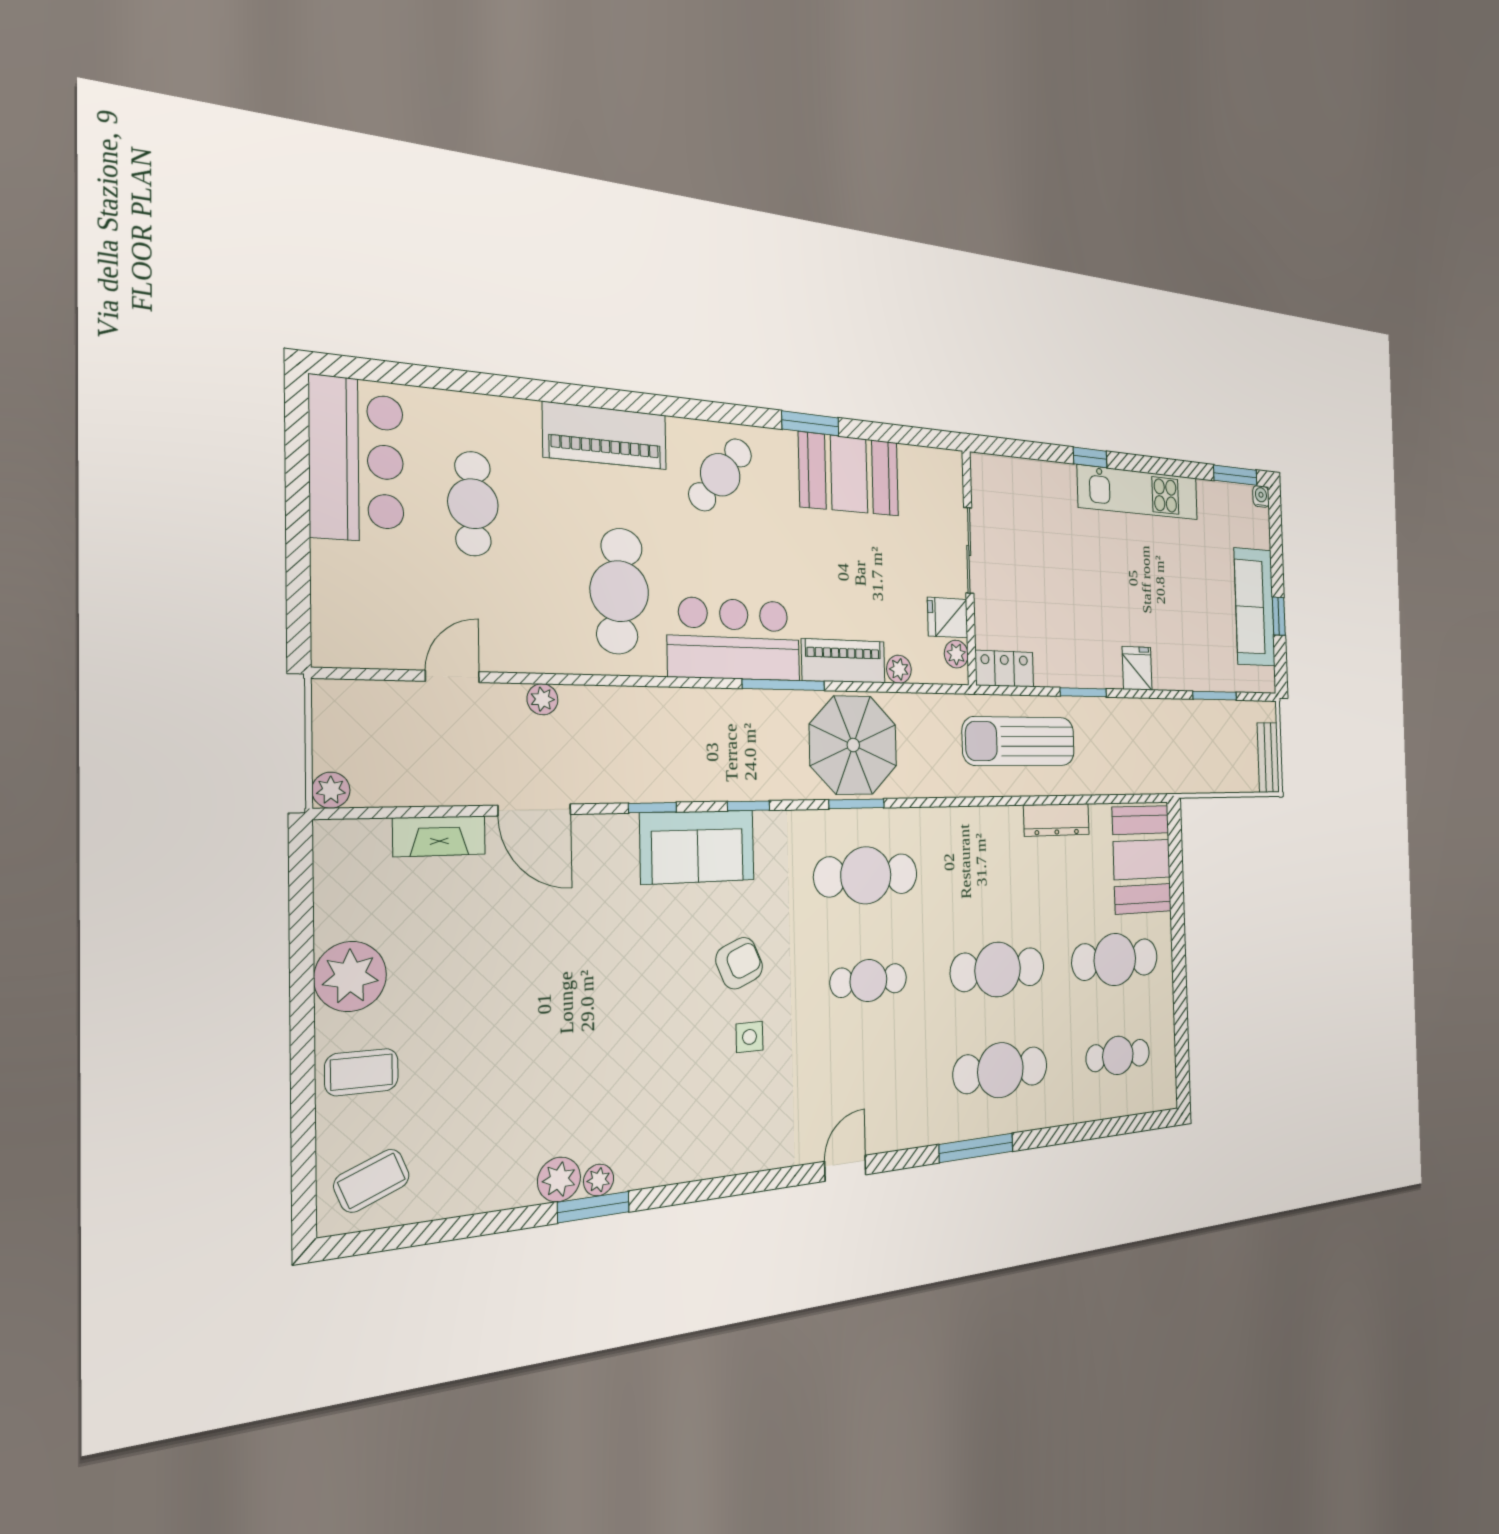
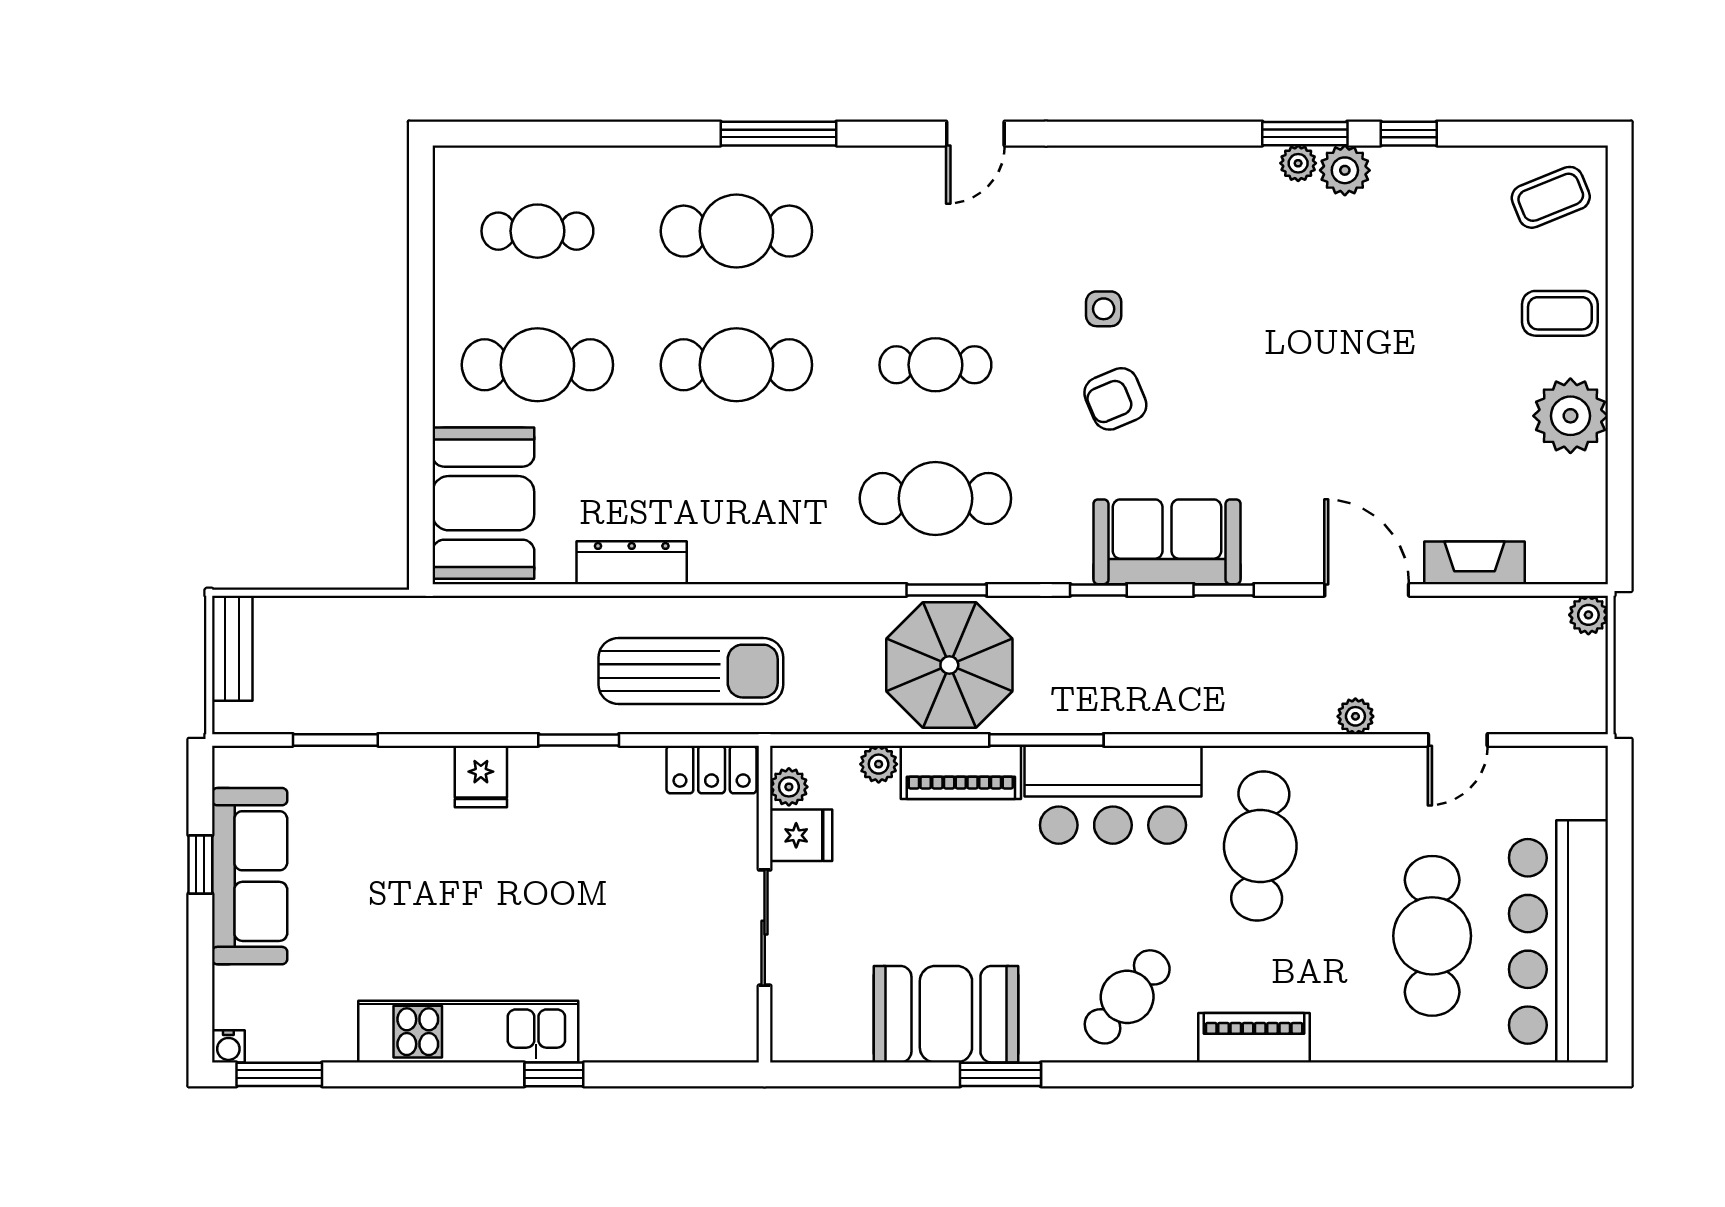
piano: (605, 436) -> (1254, 1038), width x0.73, depth x0.75
bar counter: (356, 460) -> (1558, 941), width x1.36
cafe table: (473, 504) -> (1432, 936), width x1.37, depth x1.35
window: (504, 1221) -> (1409, 134), added

